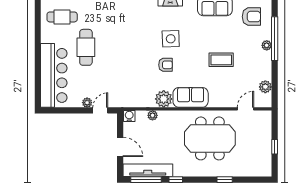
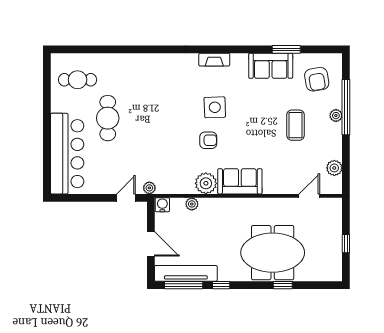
armchair: (251, 17) -> (317, 79), turned 80
coffee table: (221, 60) -> (295, 125), moved, turned 90
plant: (87, 103) -> (149, 188), moved
meeting table: (210, 138) -> (273, 253), moved

